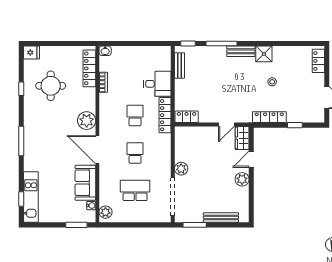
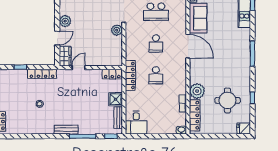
shower: (264, 54) -> (116, 99), moved
desk: (157, 84) -> (136, 123), moved, turned -90
plant: (87, 121) -> (197, 91), moved

